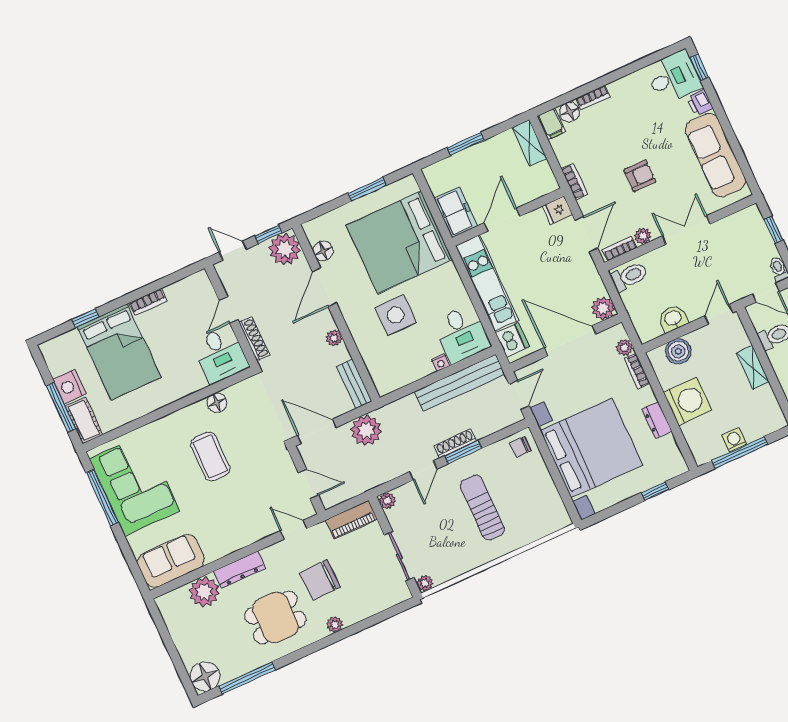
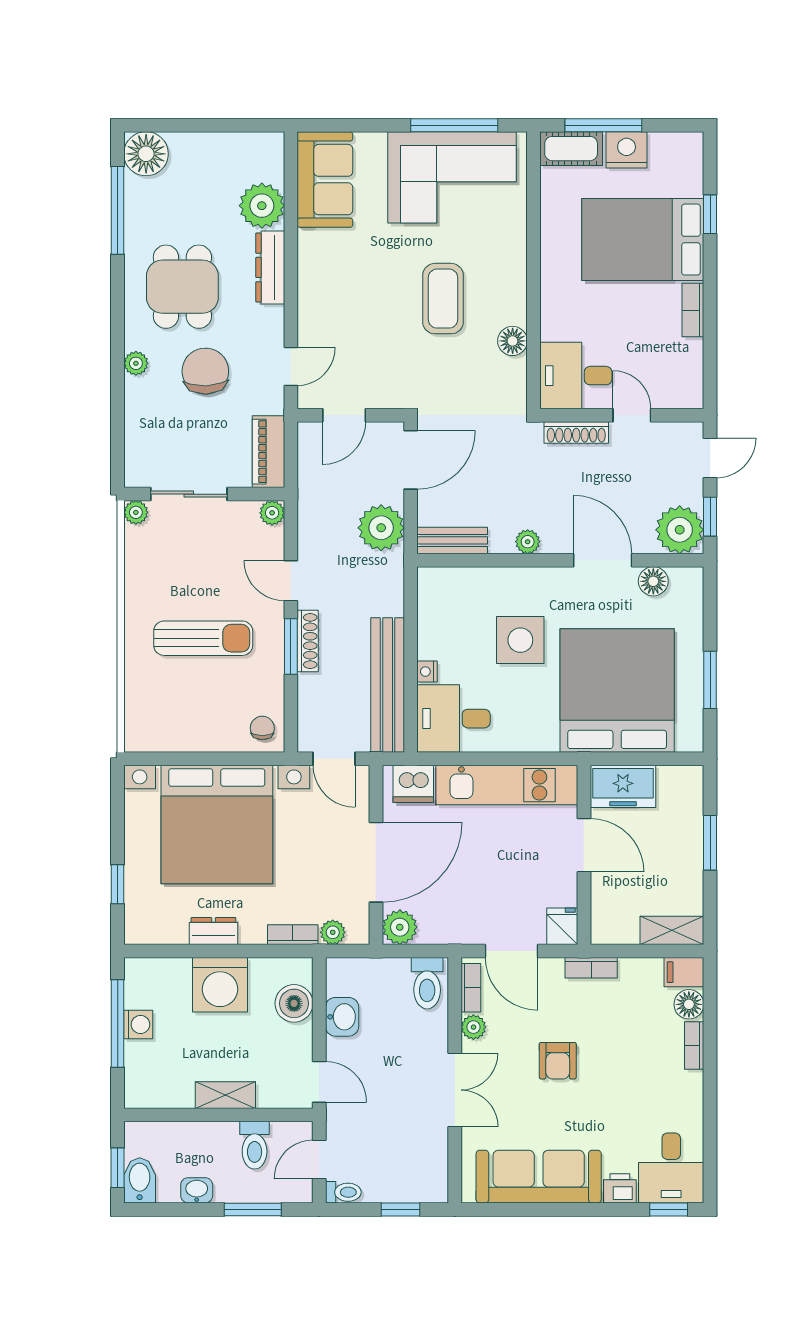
coffee table: (210, 456) -> (443, 299), turned 90

